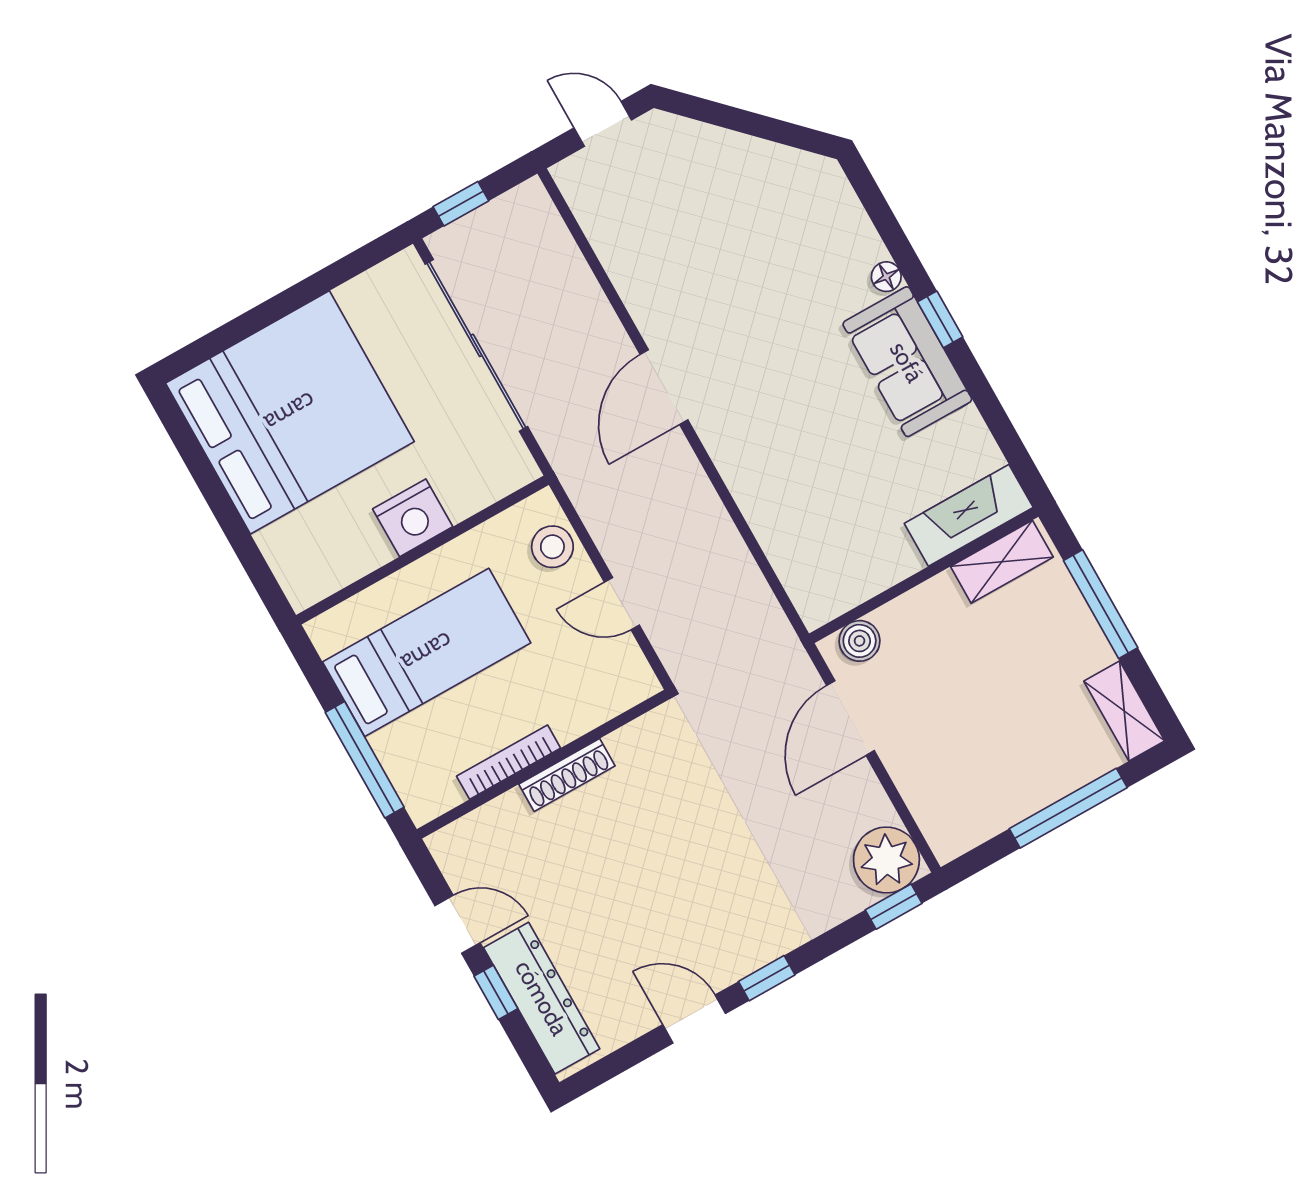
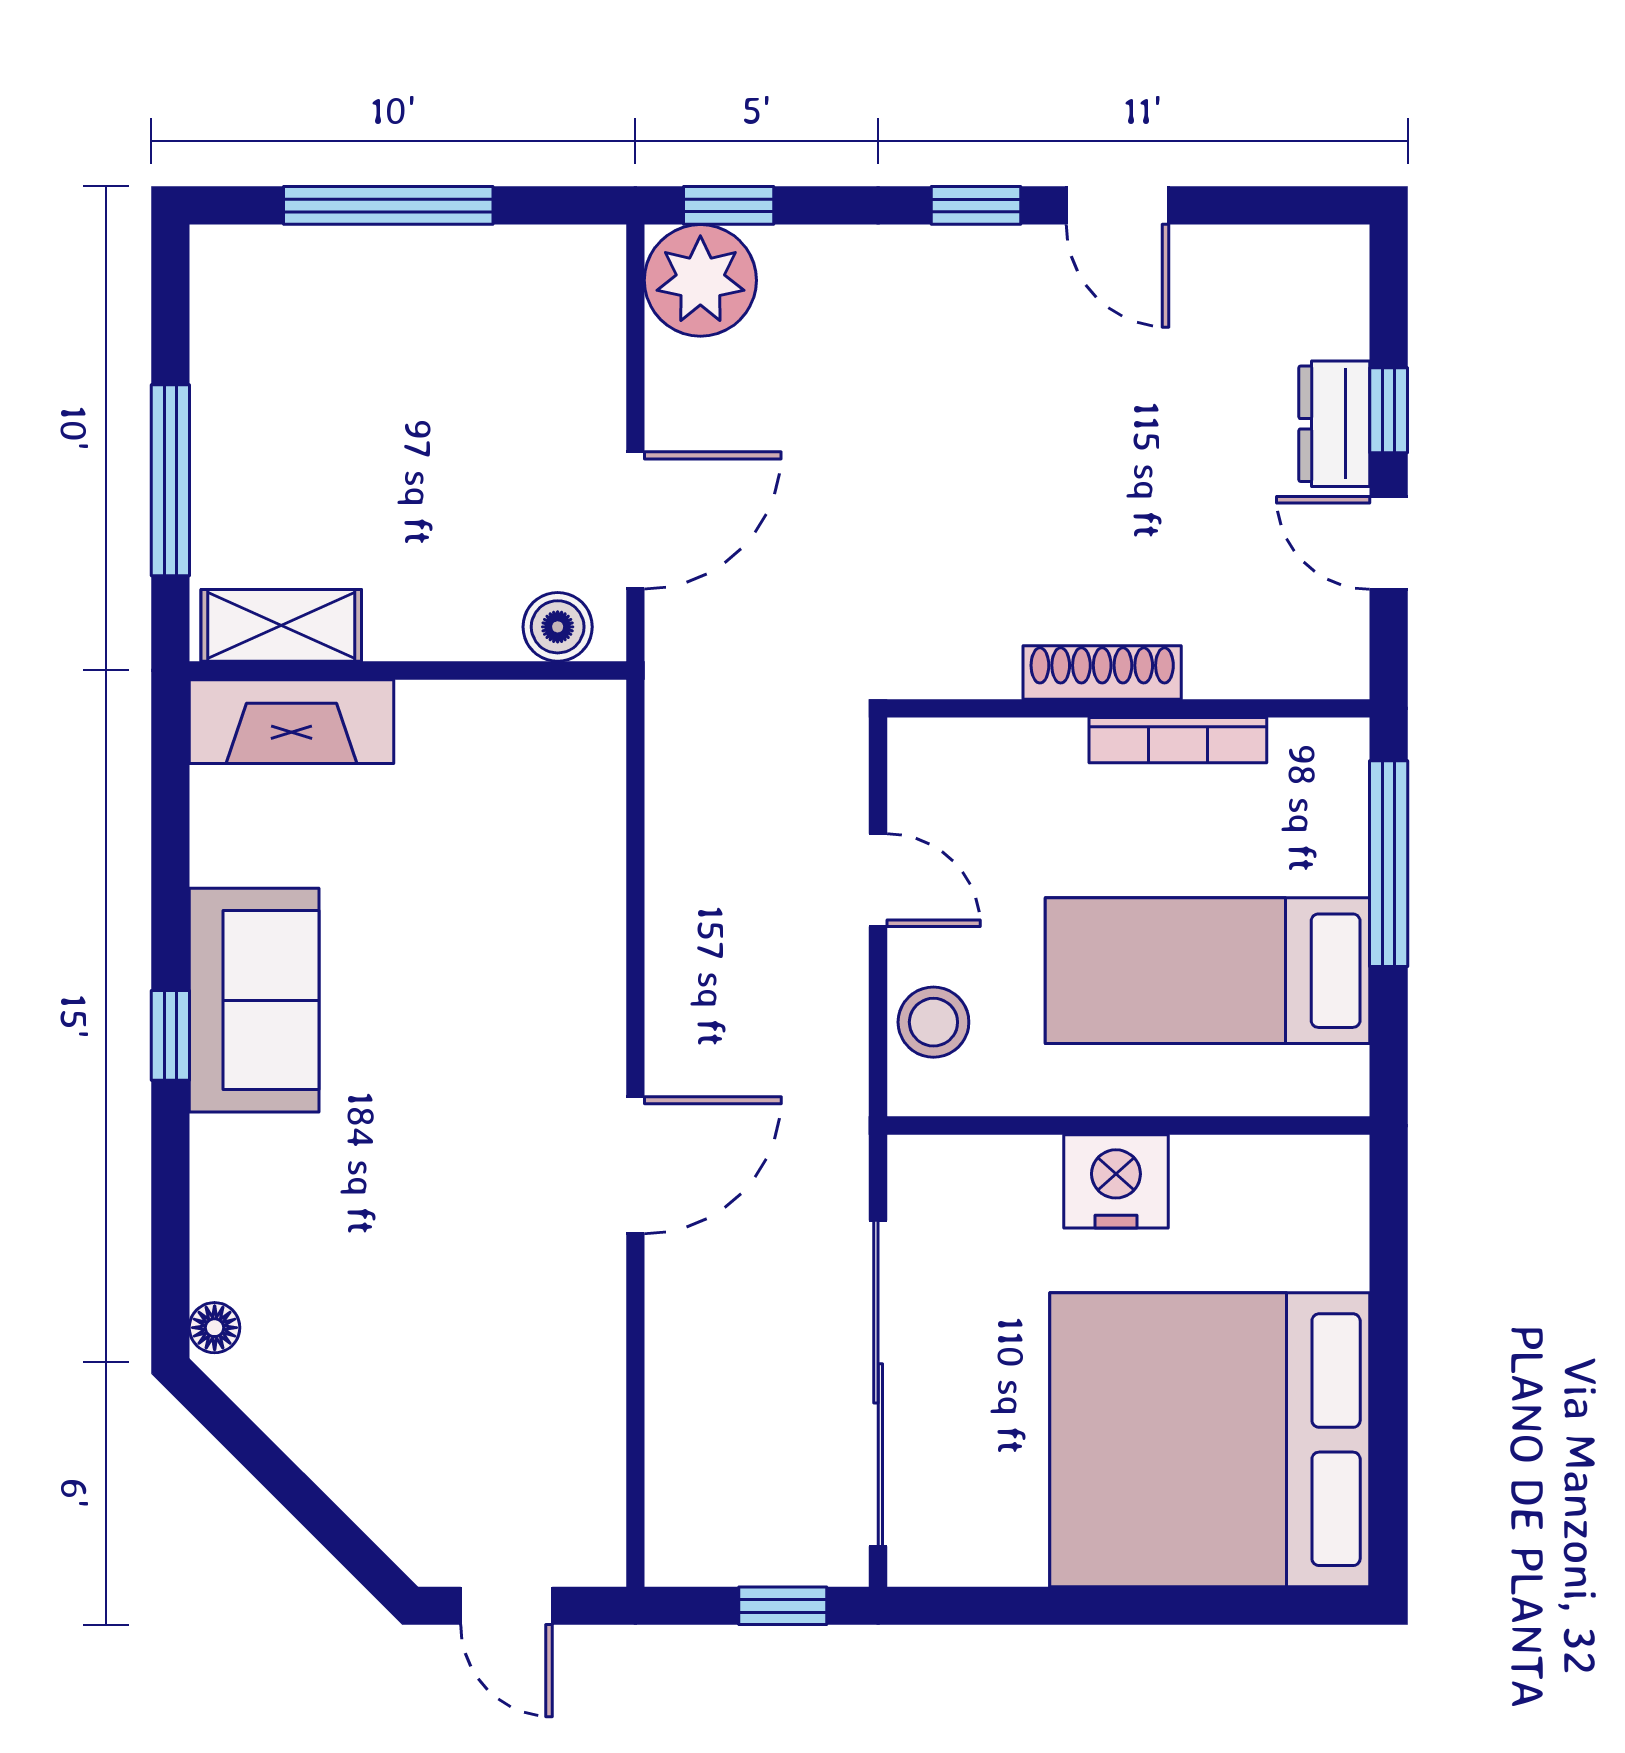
floor lamp: (886, 277) -> (215, 1328), moved
shelving: (1124, 711) -> (224, 302), removed
dresser: (542, 998) -> (1334, 424), width x0.51, depth x0.80

